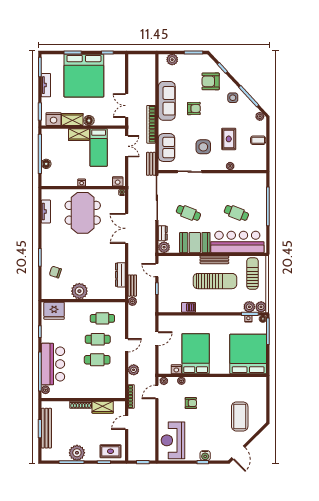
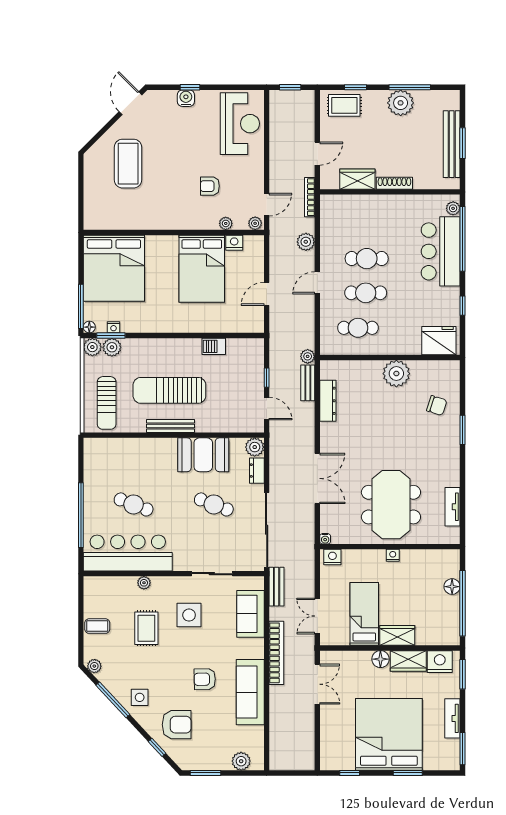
bar counter: (237, 242) -> (128, 553), moved, turned 180

